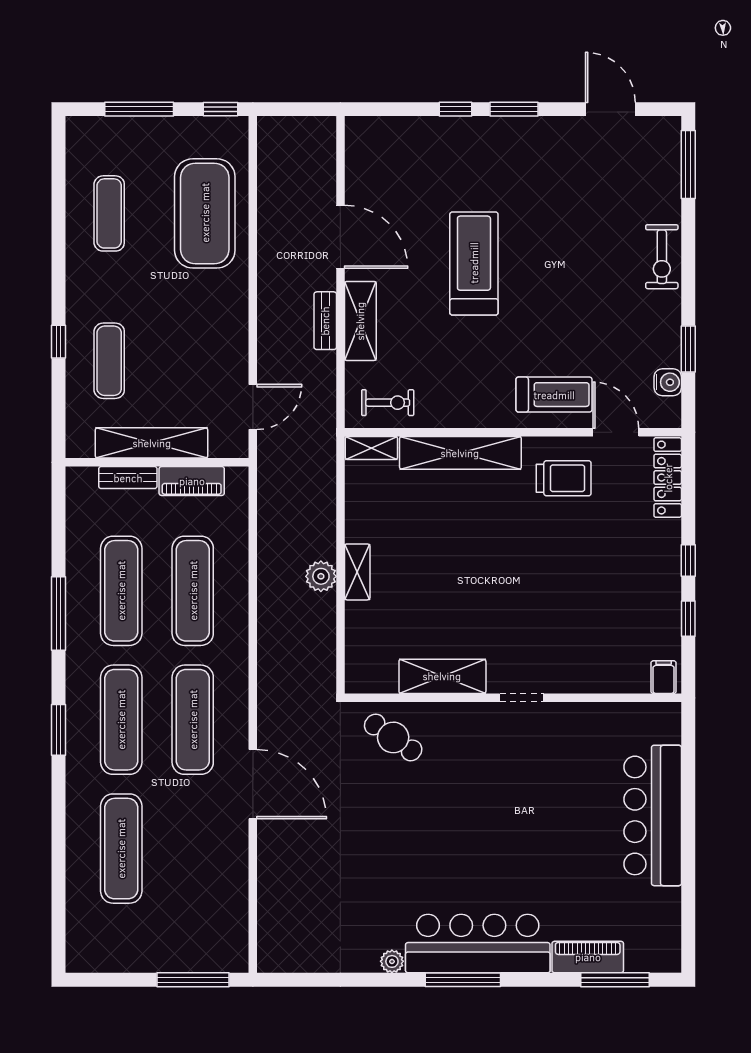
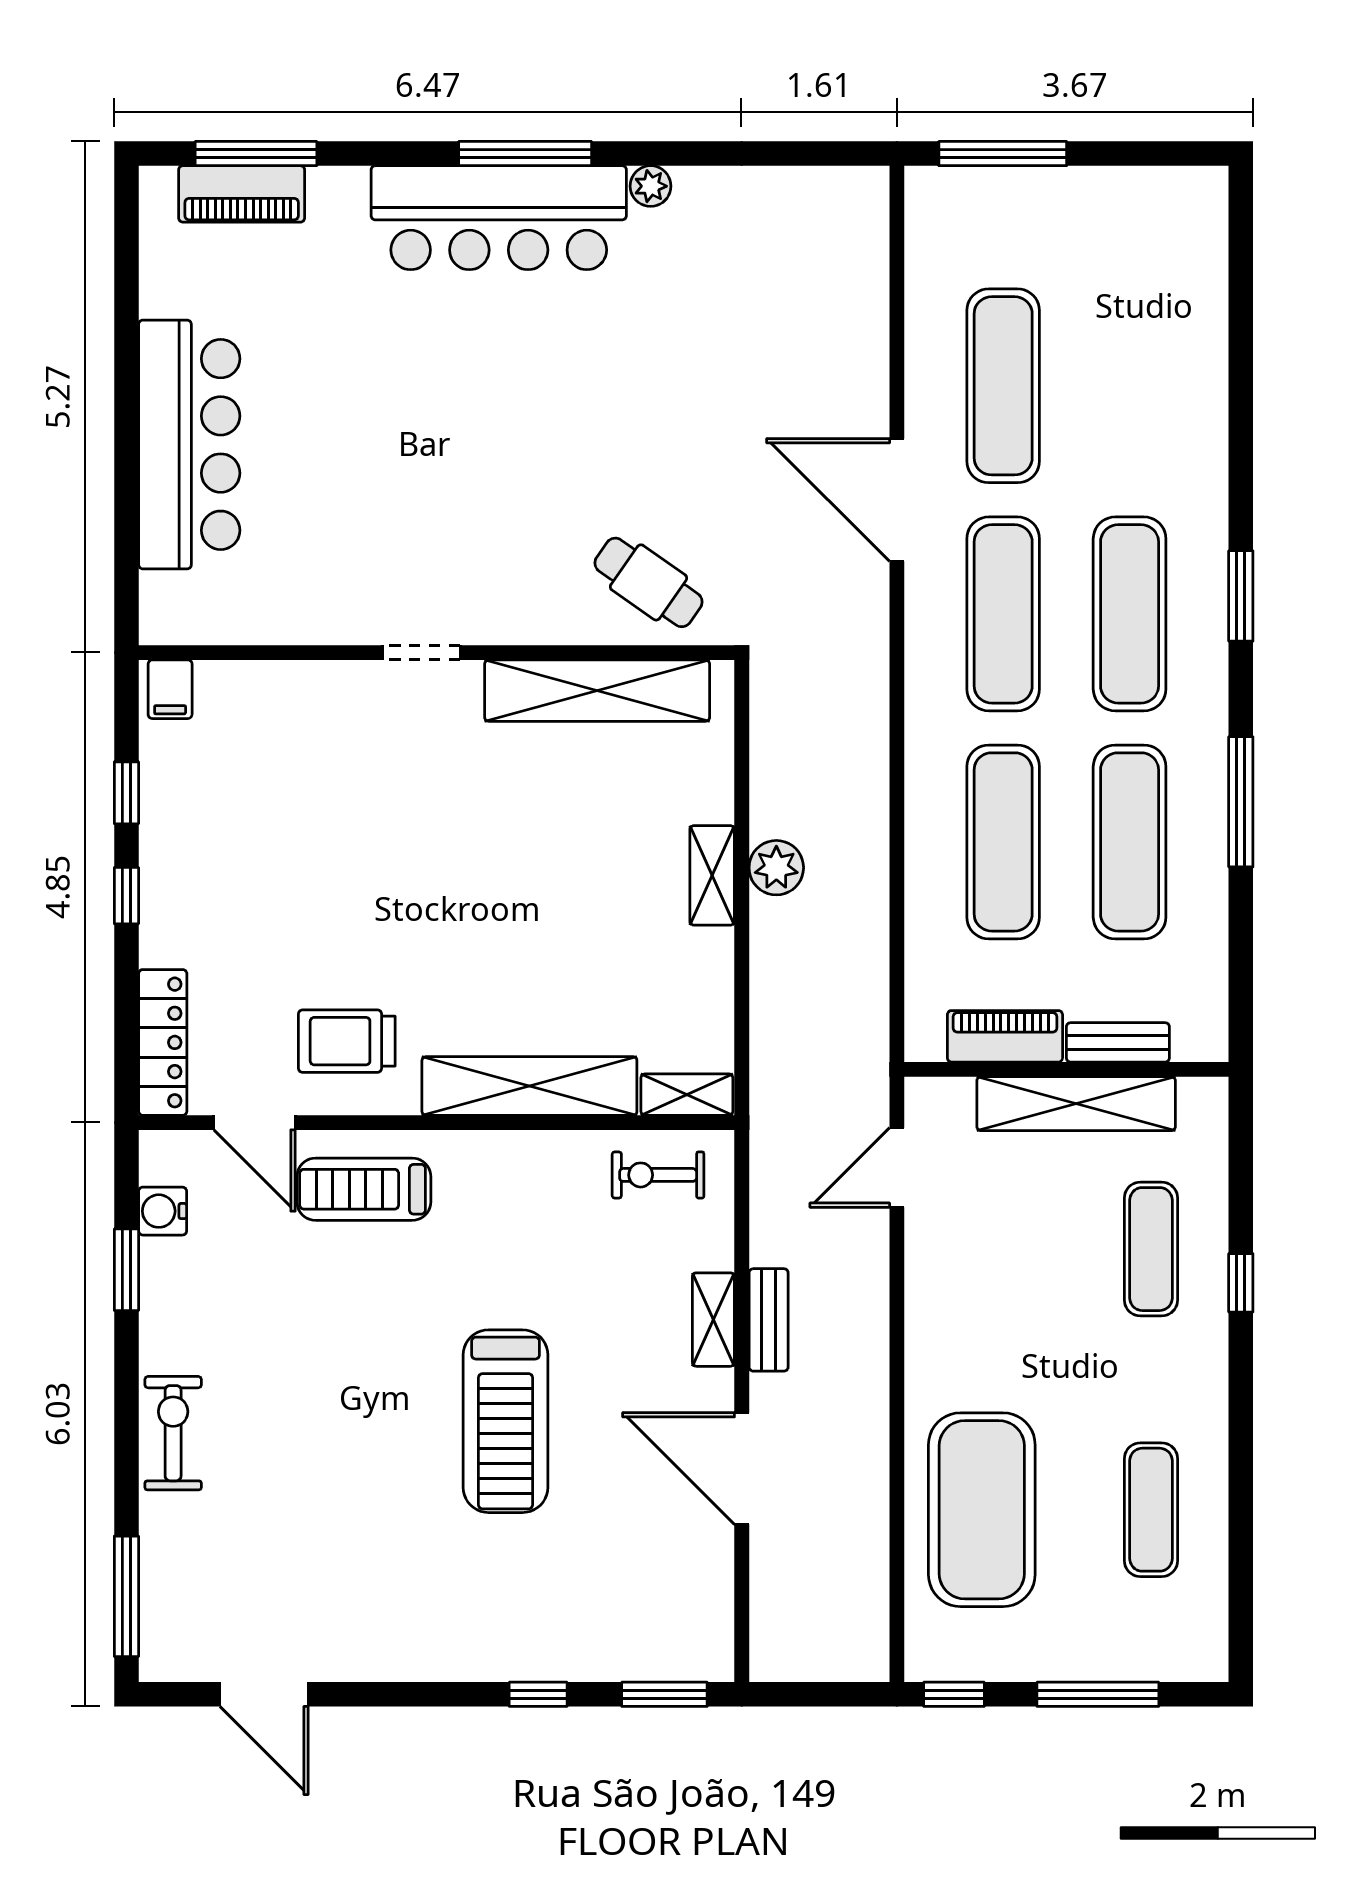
window: (514, 109) -> (664, 1694), moved
shelving: (360, 321) -> (713, 1320), width x0.67, depth x0.75
shelving: (442, 676) -> (597, 691), width x1.47
exercise mat: (121, 849) -> (1003, 386), moved
piano: (588, 957) -> (242, 194), moved

